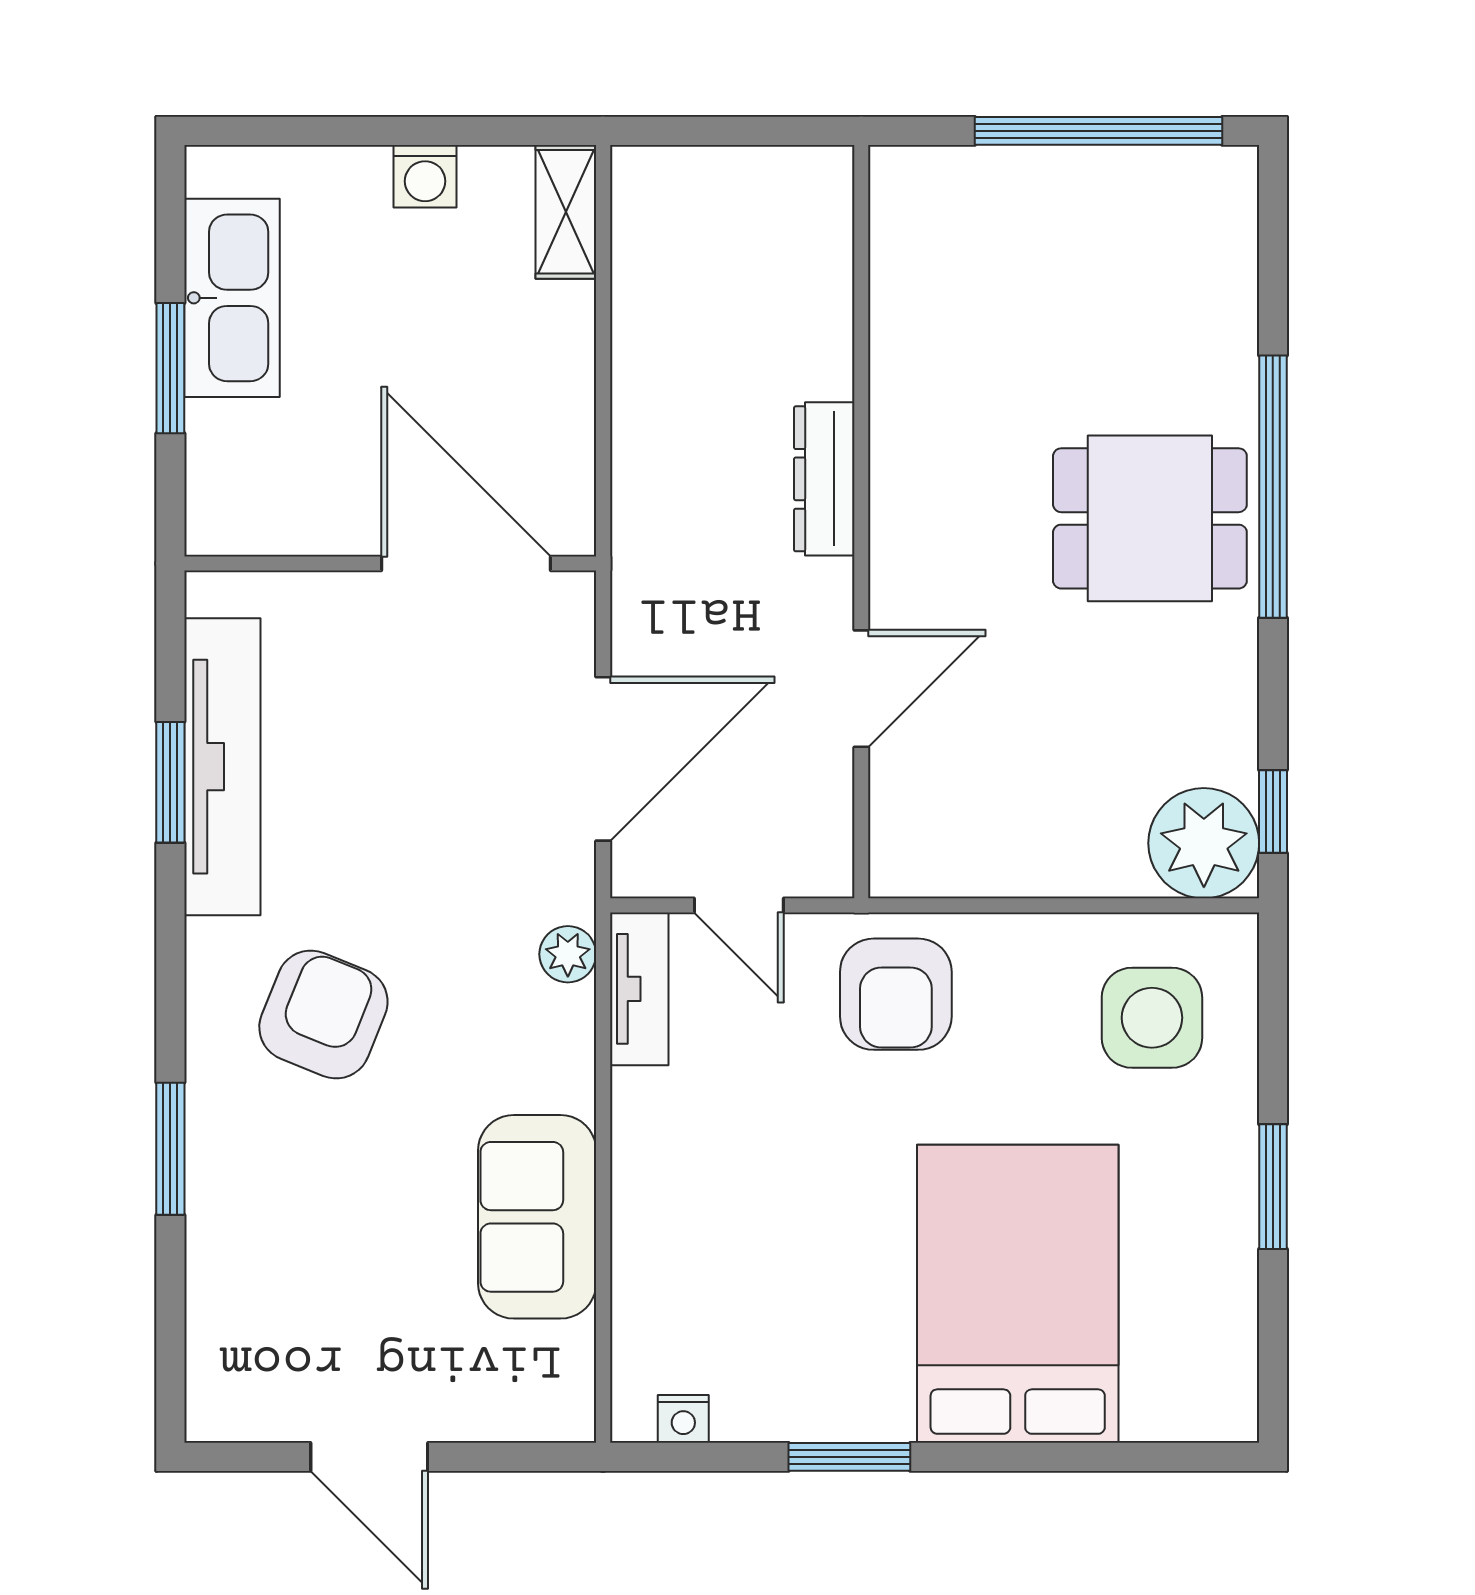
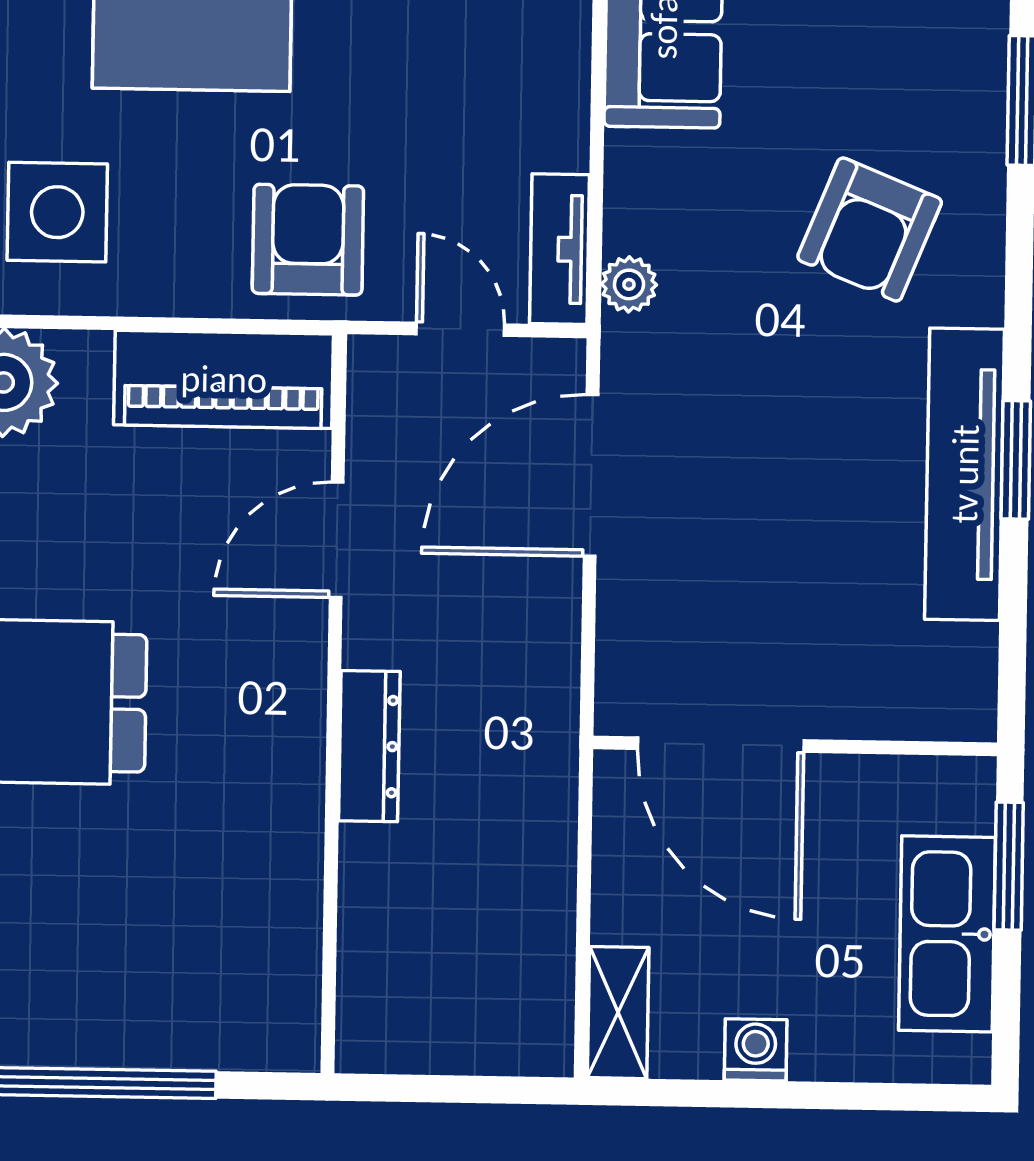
wall: (390, 563) -> (795, 746), moved
door: (466, 563) -> (721, 745), moved
piano: (979, 850) -> (224, 379), added

